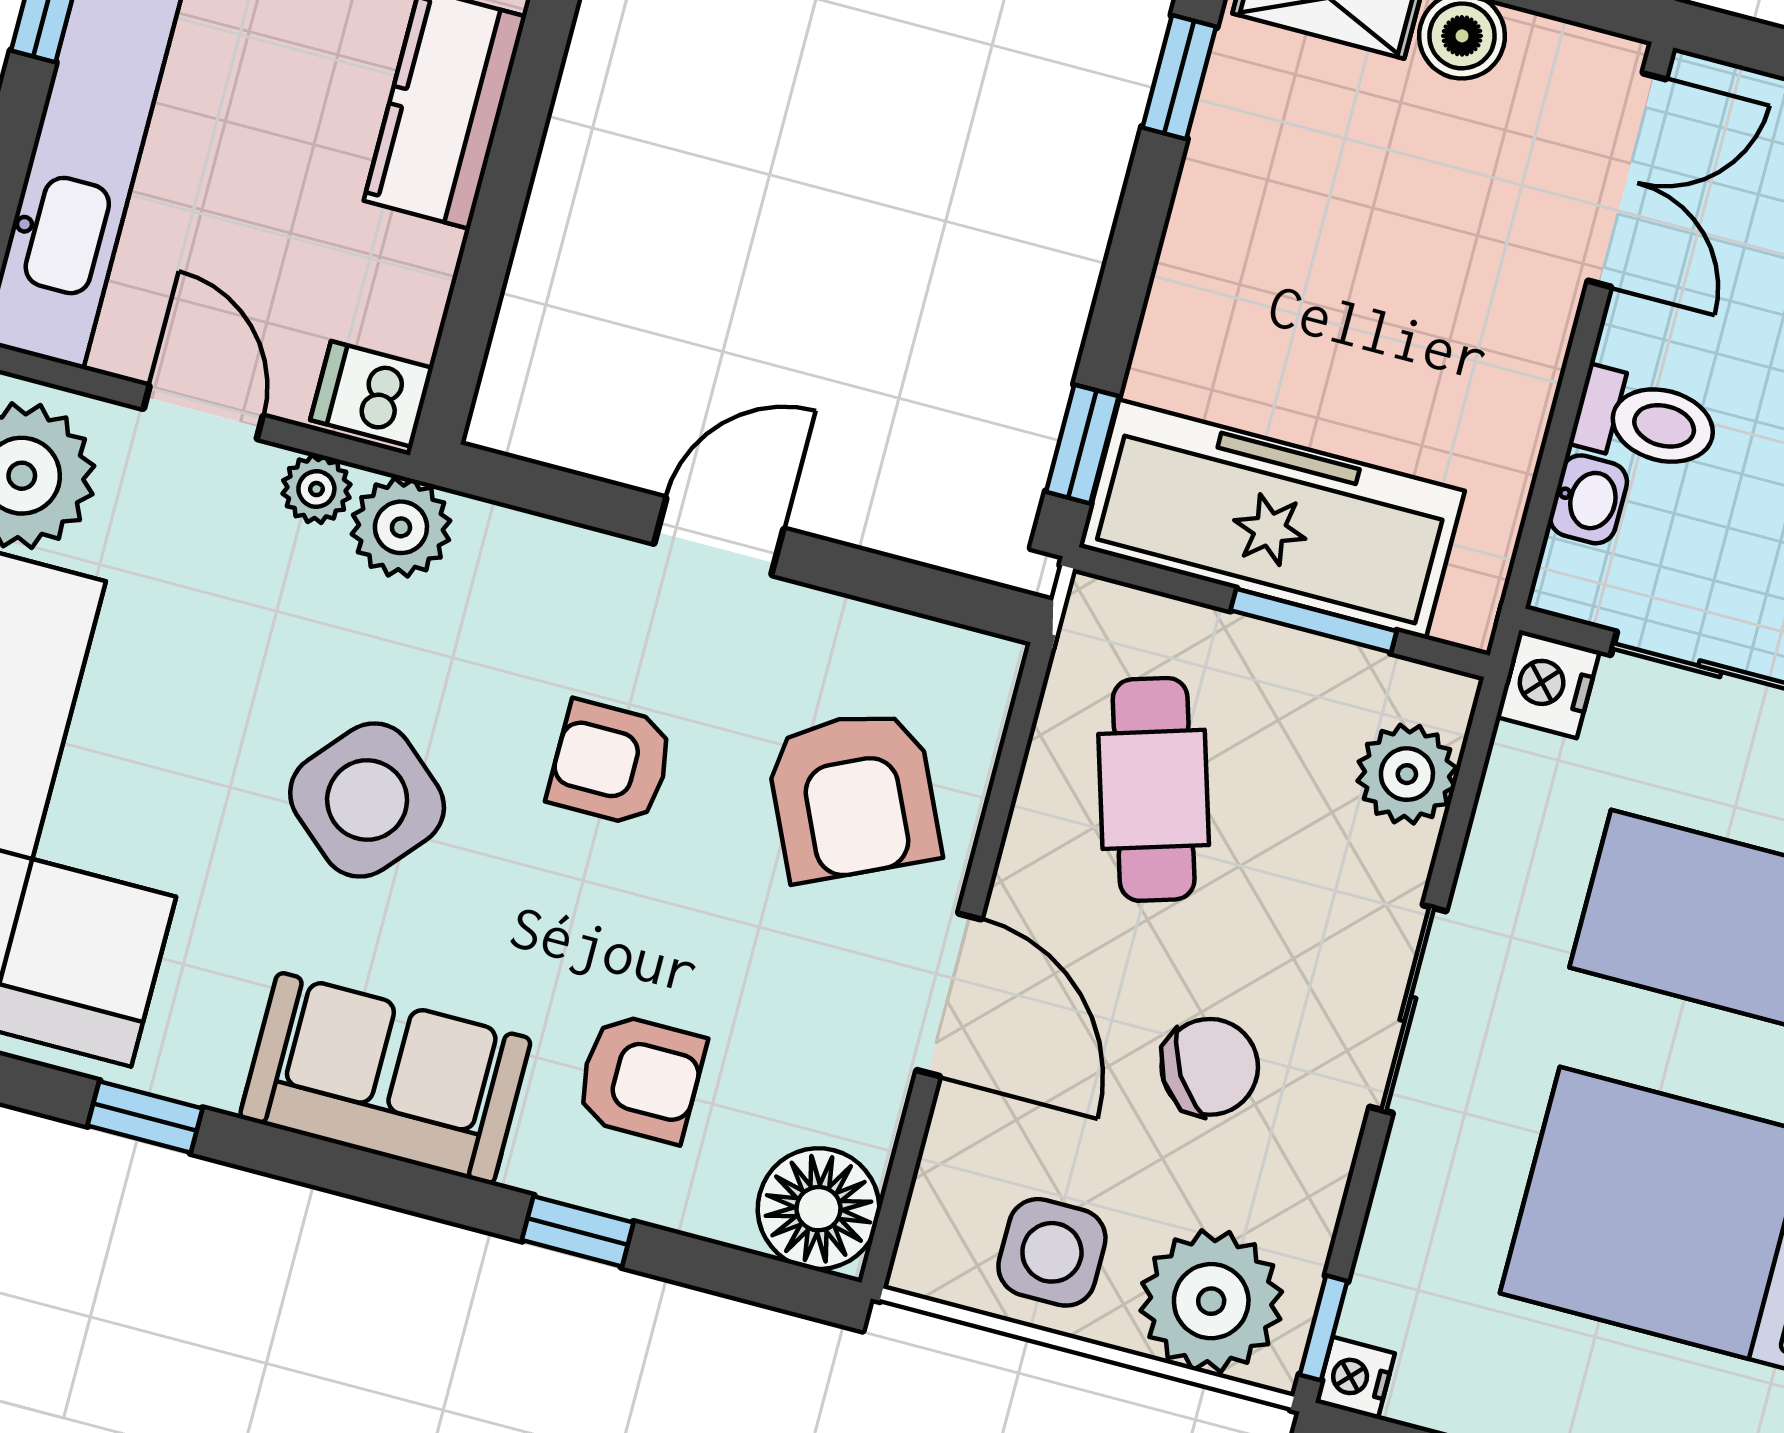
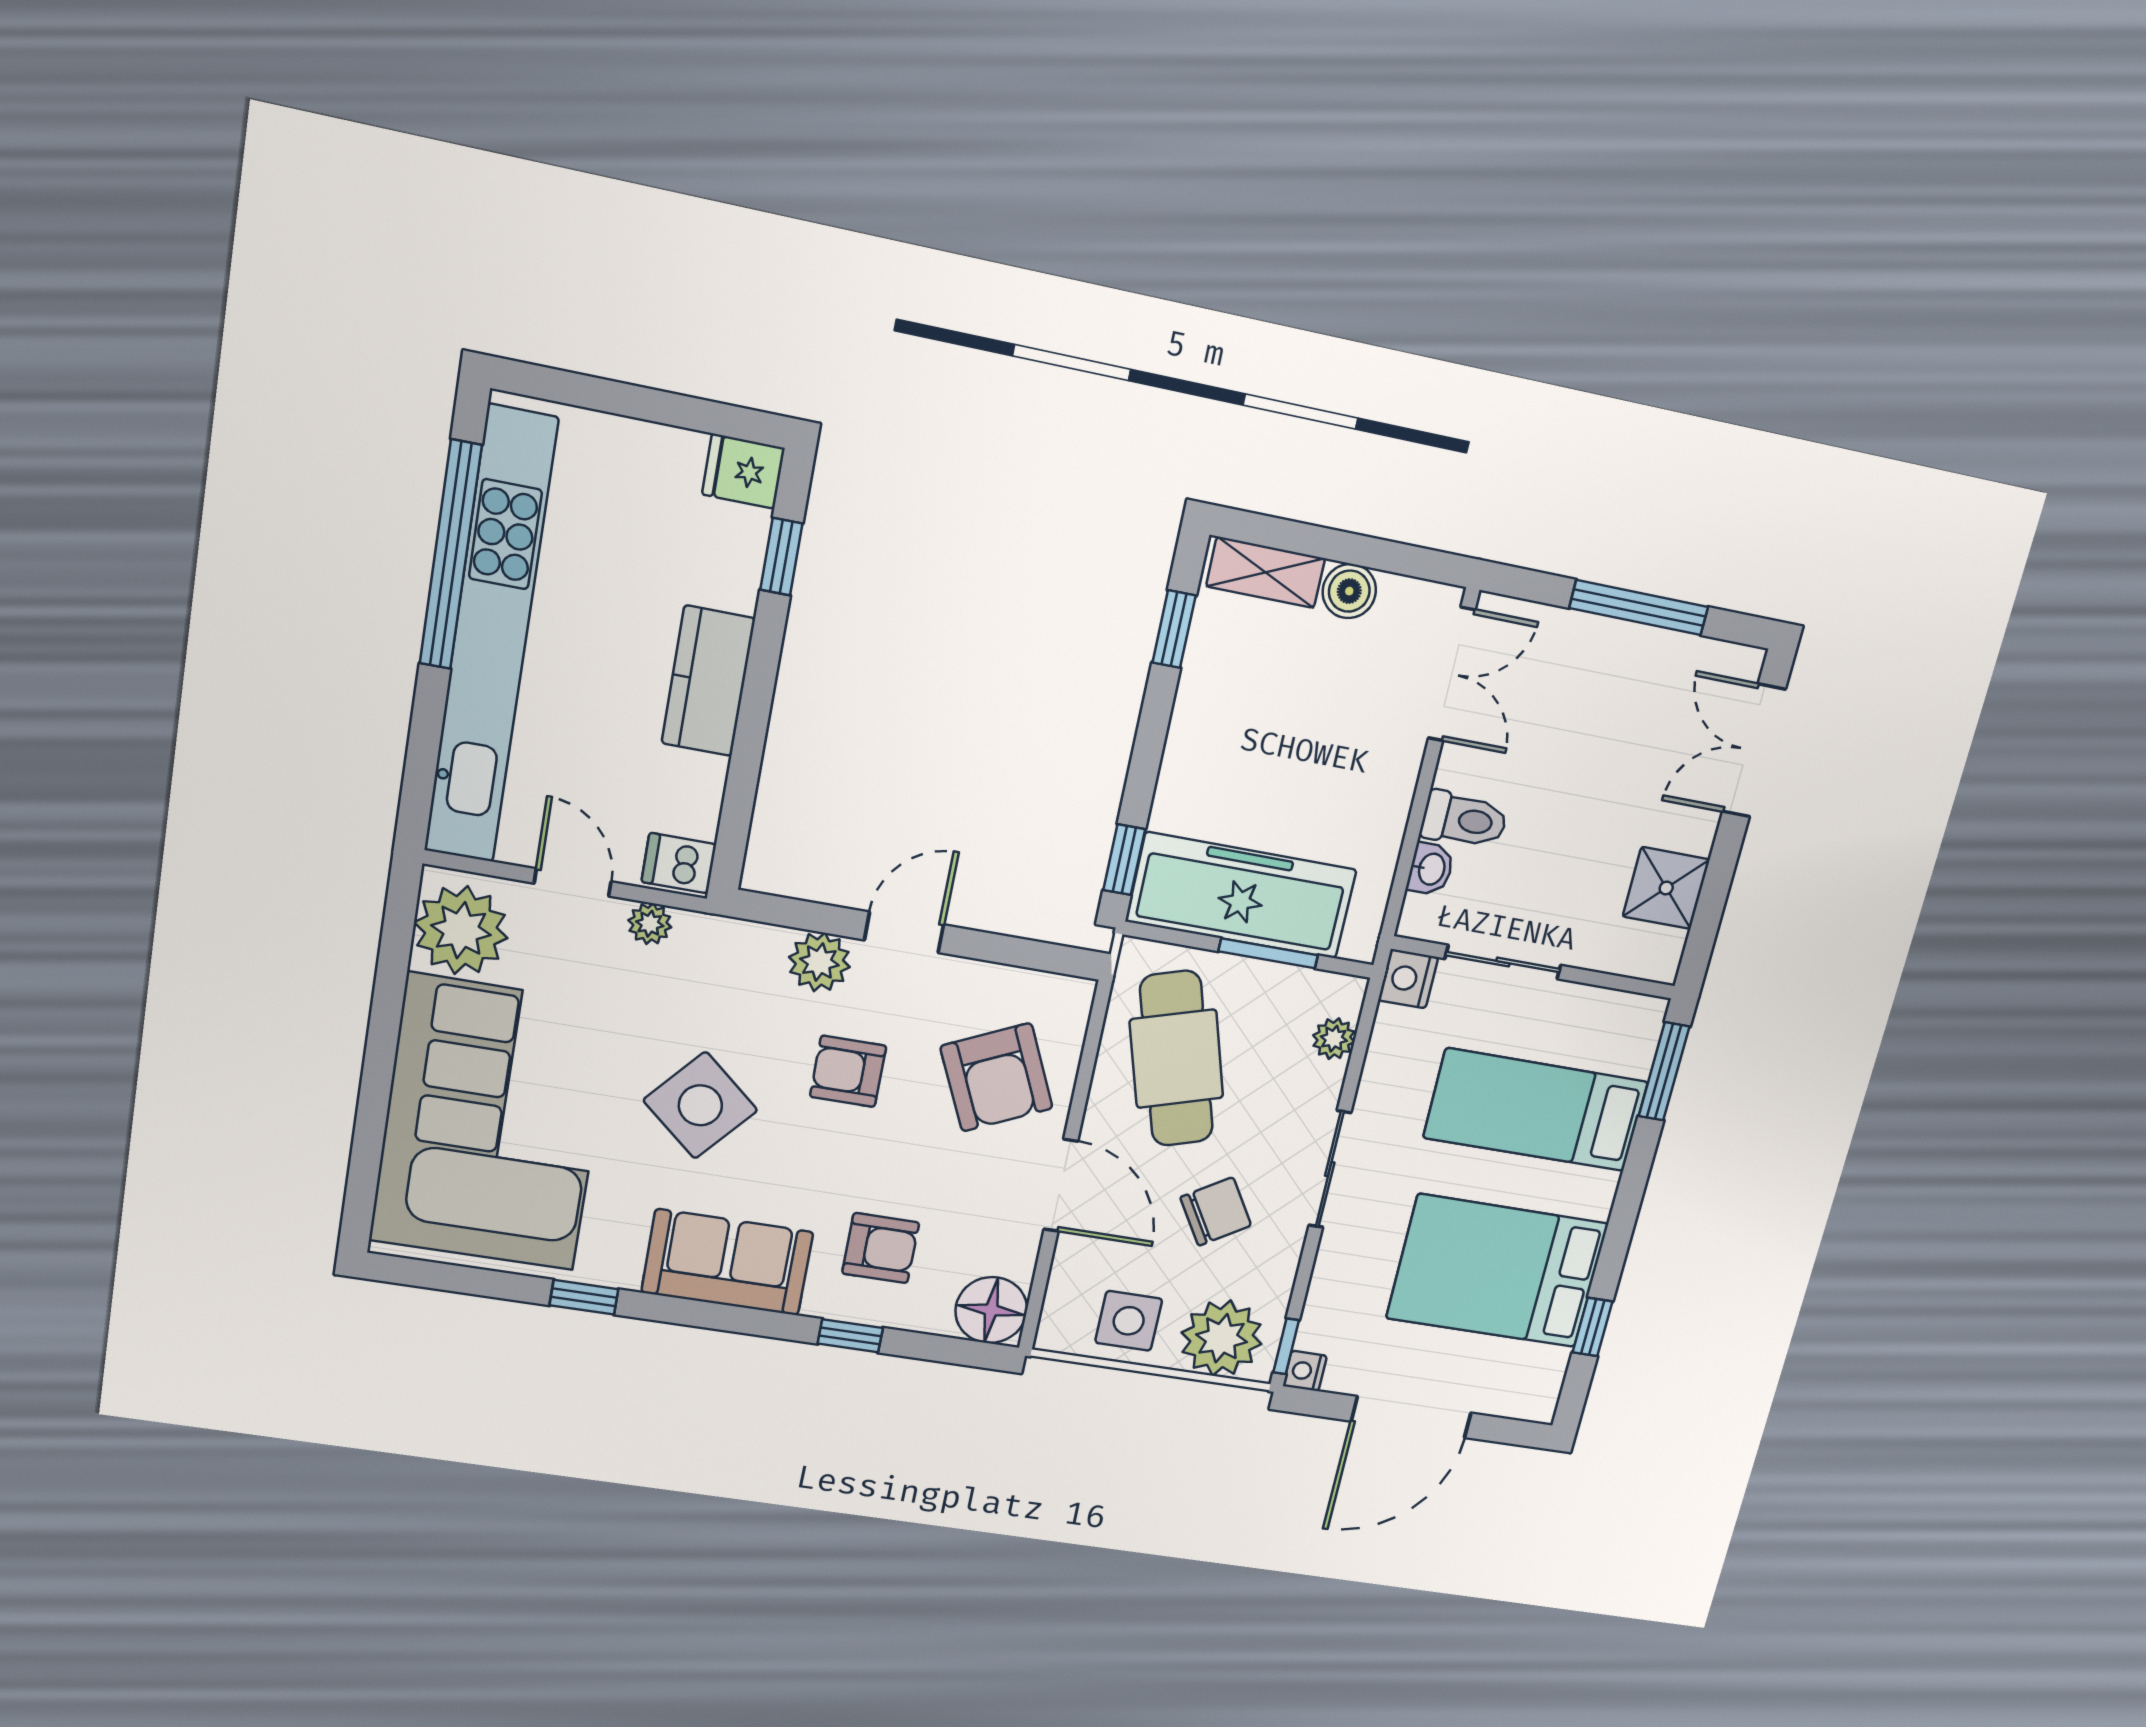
plant: (401, 527) -> (819, 962), moved
plant: (1407, 774) -> (1334, 1039), width x0.73, depth x0.73
cafe table: (1154, 789) -> (1176, 1059), width x1.37, depth x1.35

